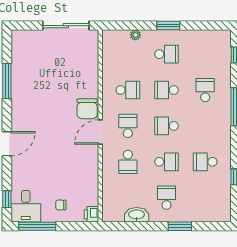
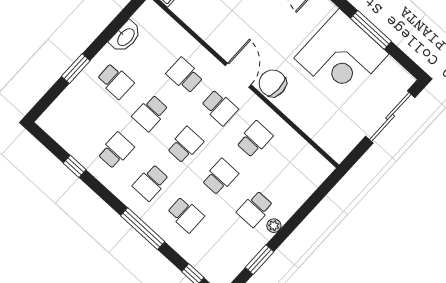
sliding door: (66, 26) -> (390, 117), moved
window: (168, 26) -> (259, 260), moved
plant: (135, 35) -> (274, 226), moved
corner desk: (37, 84) -> (341, 56), added
school desk: (128, 90) -> (254, 139), turned 180
school desk: (205, 126) -> (151, 183), added

